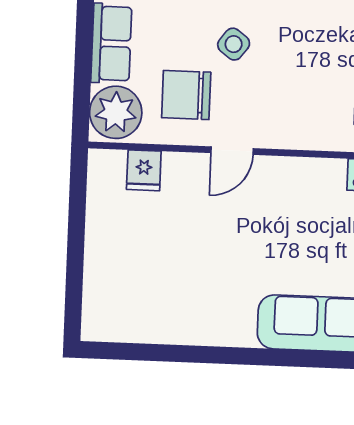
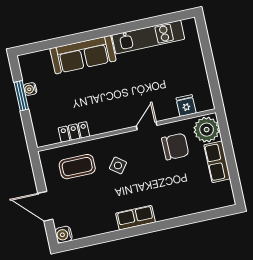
side table: (234, 44) -> (118, 165), moved
kitchen unit: (183, 325) -> (148, 37), added

